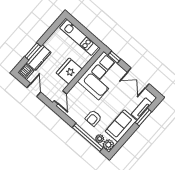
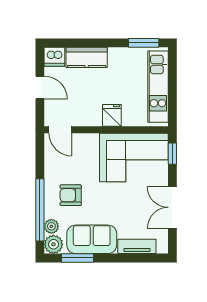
window: (33, 51) -> (144, 43), moved
fridge: (69, 71) -> (112, 115), width x0.53, depth x0.75
door: (34, 90) -> (40, 88), hinge flipped
door: (60, 97) -> (60, 130), hinge flipped
window: (143, 117) -> (78, 258), moved

